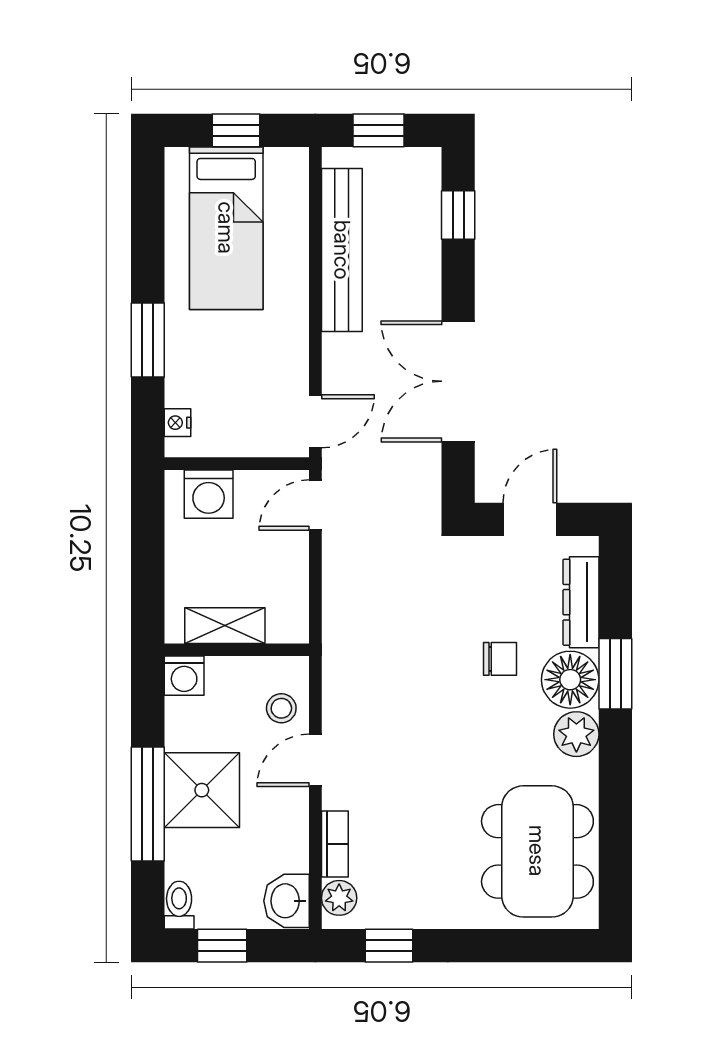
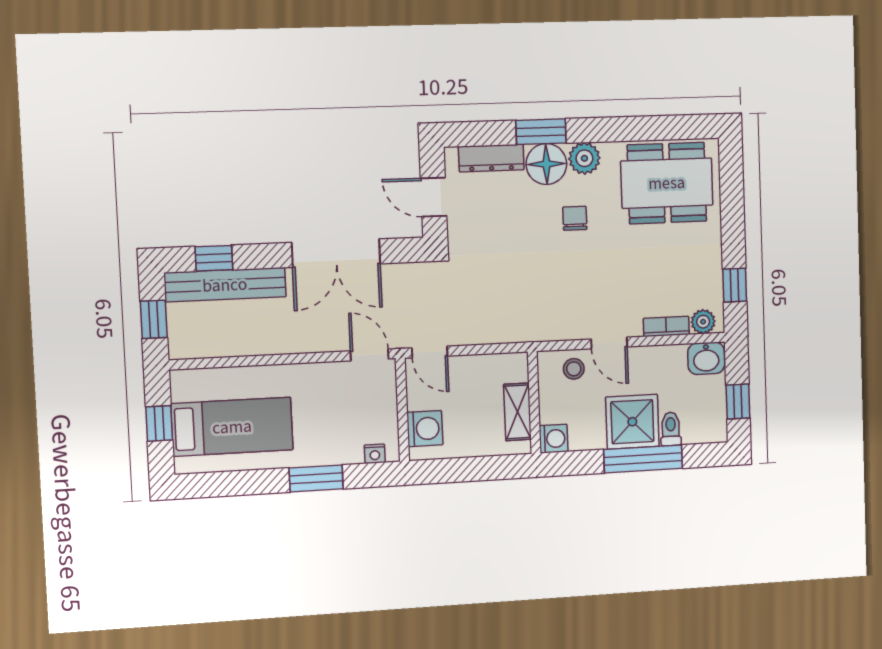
bench: (342, 250) -> (225, 285), moved
chair: (500, 659) -> (575, 218), moved
toilet: (179, 905) -> (671, 429), moved, turned 90

